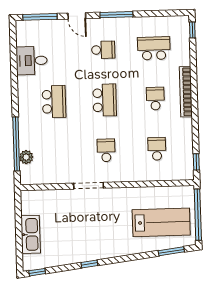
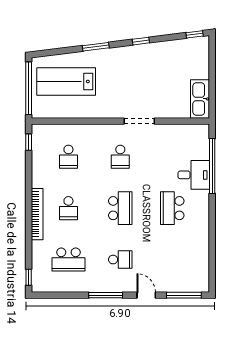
school desk: (103, 50) -> (120, 260), turned 180
desk: (32, 61) -> (194, 175), moved
school desk: (105, 100) -> (120, 208), turned 180
plant: (26, 157) -> (202, 152), removed
kitchen sink: (31, 234) -> (200, 99), moved
window: (171, 251) -> (96, 47), moved

